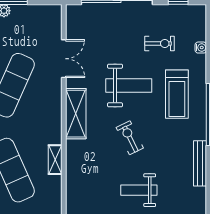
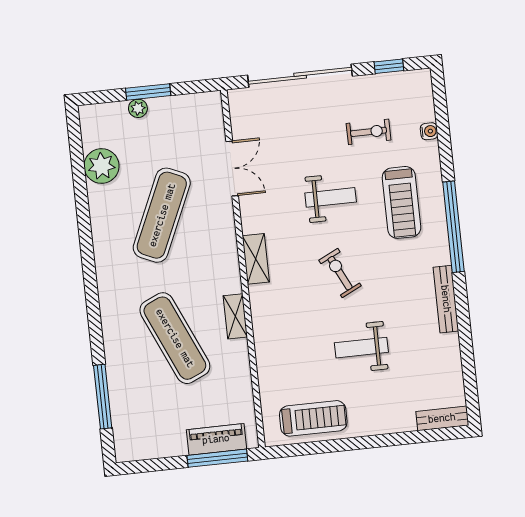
weight bench: (129, 86) -> (331, 197), width x0.73, depth x0.75
shelving: (76, 114) -> (256, 259), width x0.67, depth x0.75

